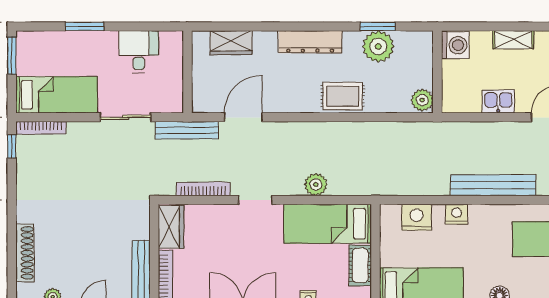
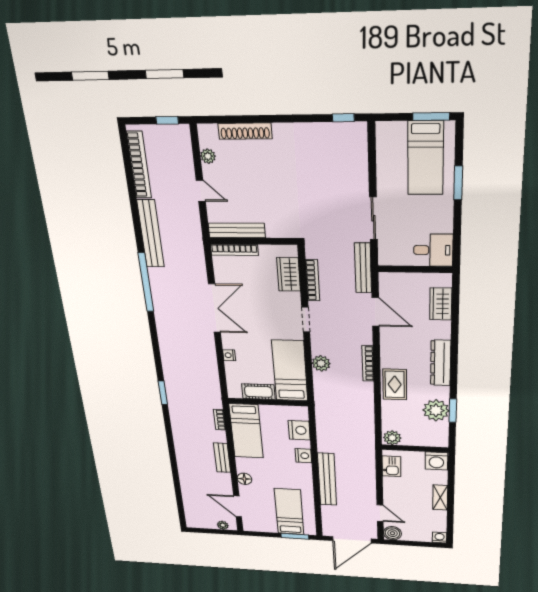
desk: (139, 52) -> (433, 250), moved
bed: (57, 95) -> (425, 158), moved
kitchen sink: (498, 102) -> (391, 466), moved
bookcase: (41, 128) -> (368, 363), moved
wardrobe: (171, 227) -> (289, 274), moved, turned 90

